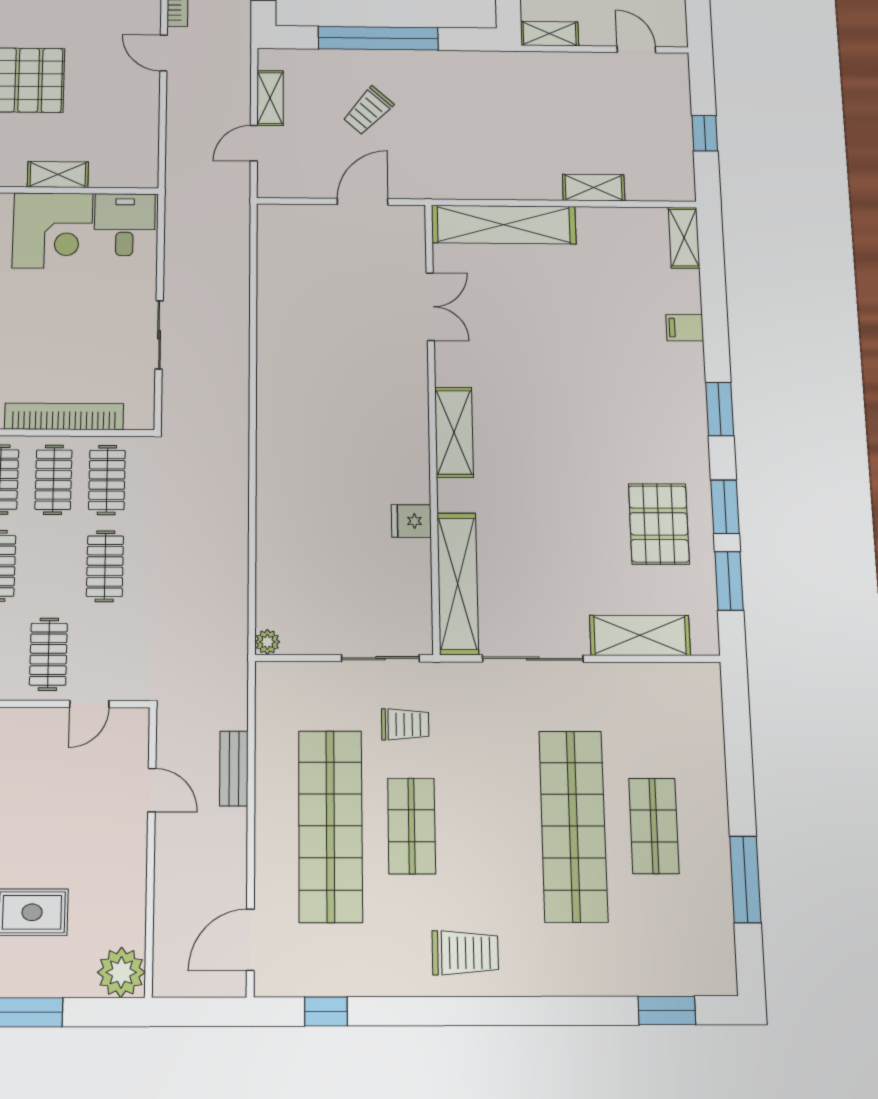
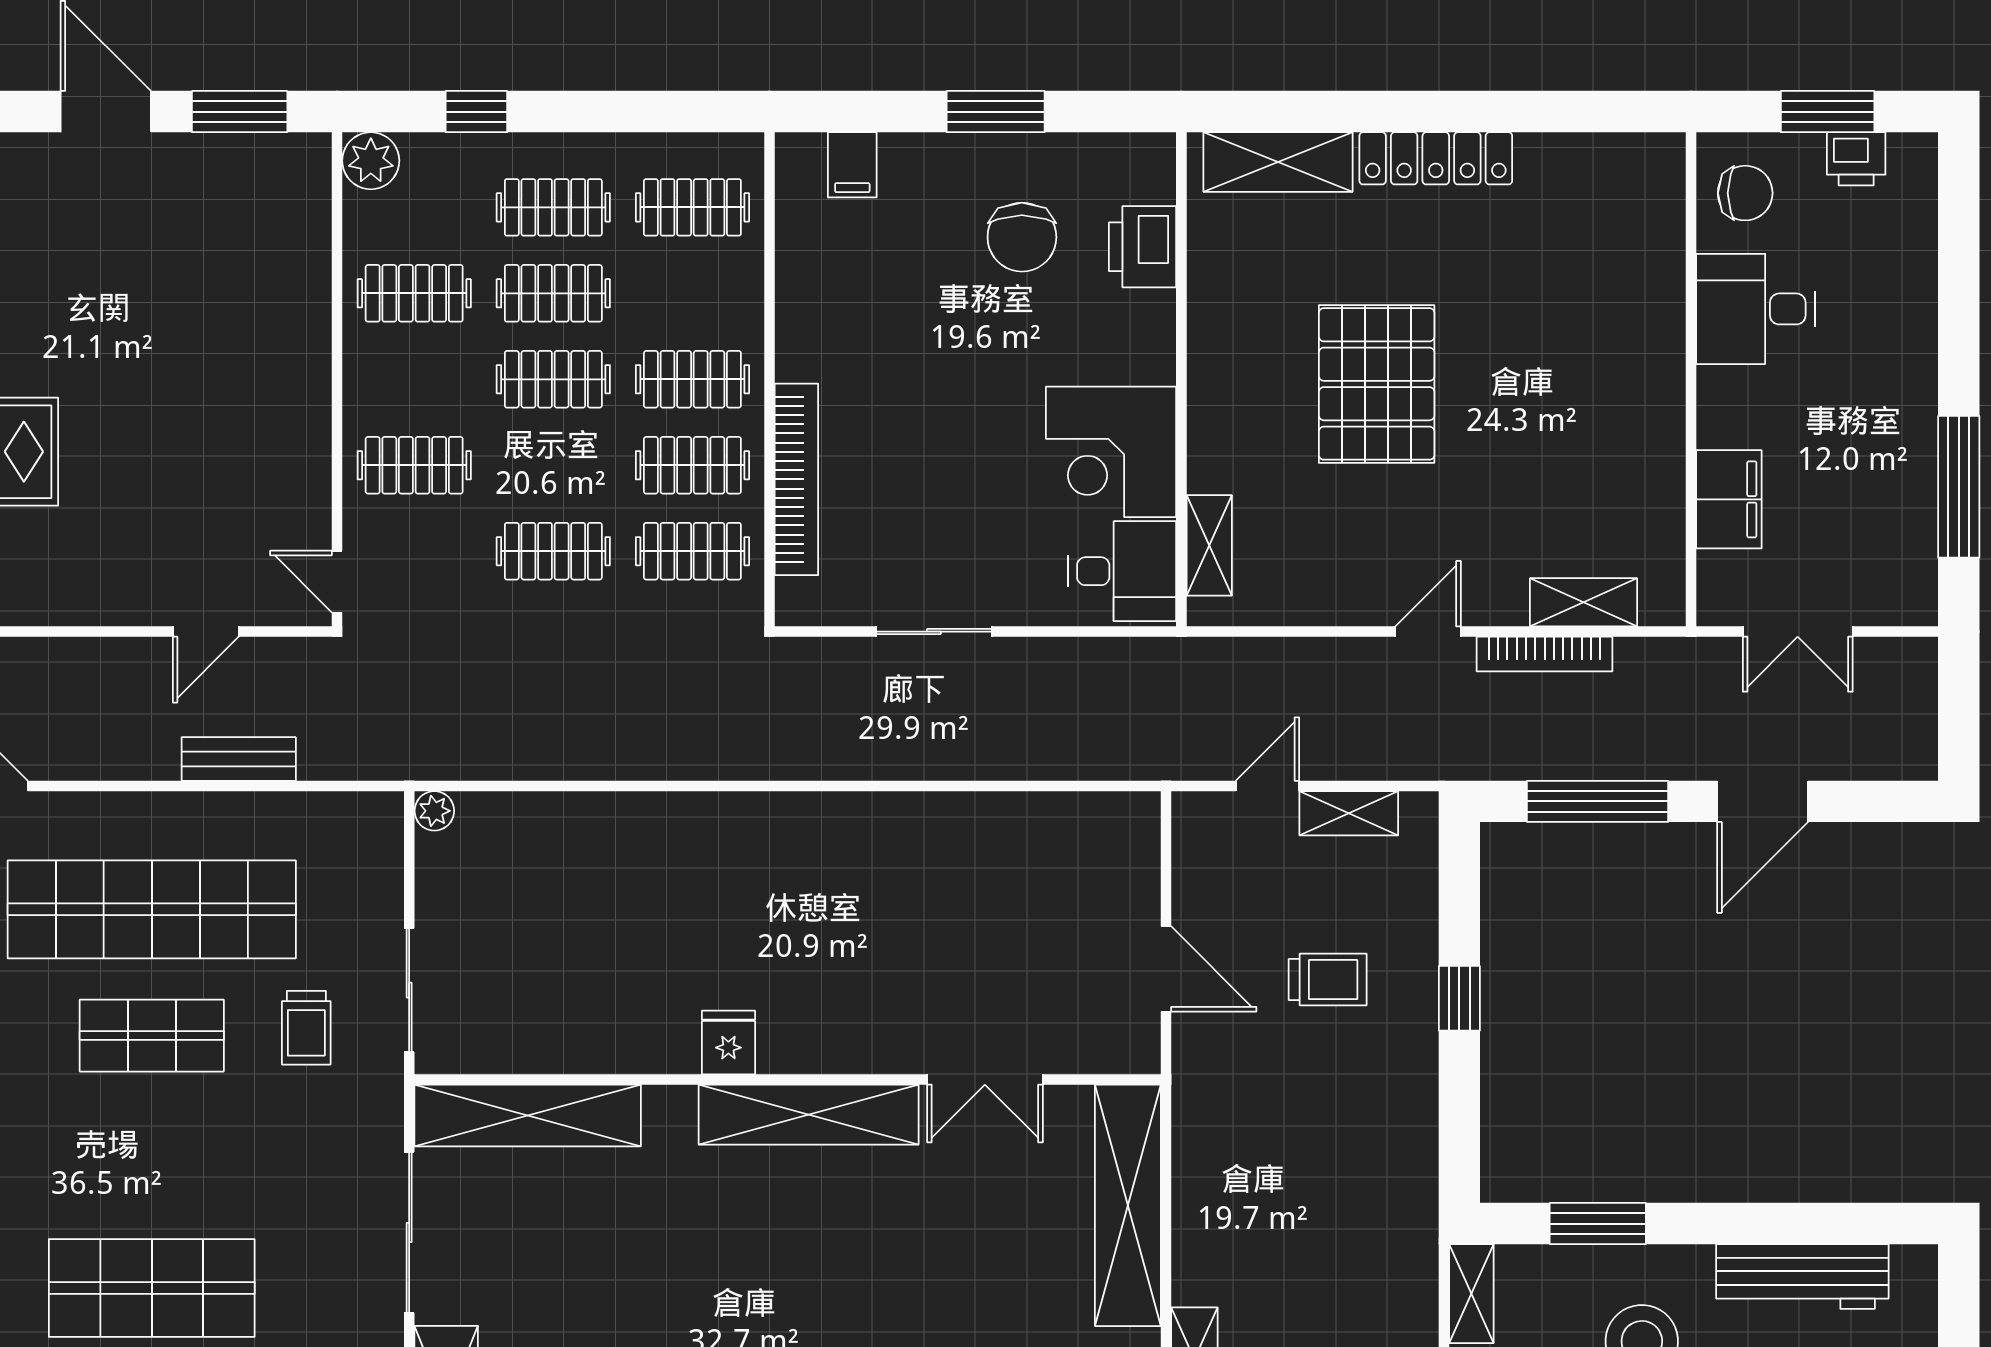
window: (378, 38) -> (1459, 998), width x0.32
trolley: (368, 111) -> (1328, 980), turned 138
door: (254, 143) -> (1267, 786), hinge flipped
shelving: (58, 174) -> (1209, 545), moved
shelving: (454, 432) -> (809, 1115), width x1.47
fridge: (411, 521) -> (728, 1042), moved
door: (89, 704) -> (337, 582), moved
shop shelf: (573, 826) -> (152, 1288), width x0.71

